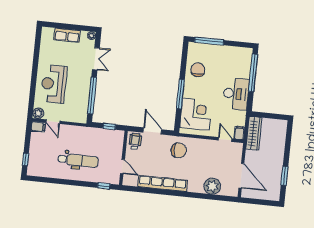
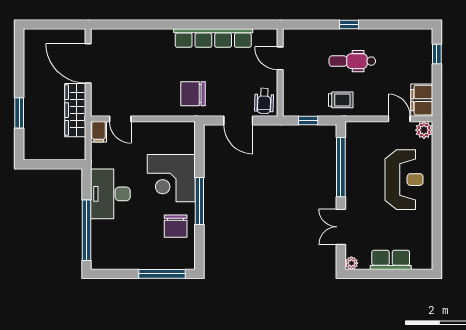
window: (180, 94) -> (199, 201), moved
corner desk: (196, 114) -> (171, 178), moved
filing cabinet: (38, 127) -> (422, 100), width x2.00
wardrobe: (254, 133) -> (75, 110), moved
trolley: (88, 137) -> (341, 100), added
dental chair: (78, 160) -> (352, 61), width x0.73, depth x0.72
window: (284, 176) -> (19, 113), moved
window: (104, 186) -> (349, 25), moved
plant: (212, 186) -> (133, 42), removed

